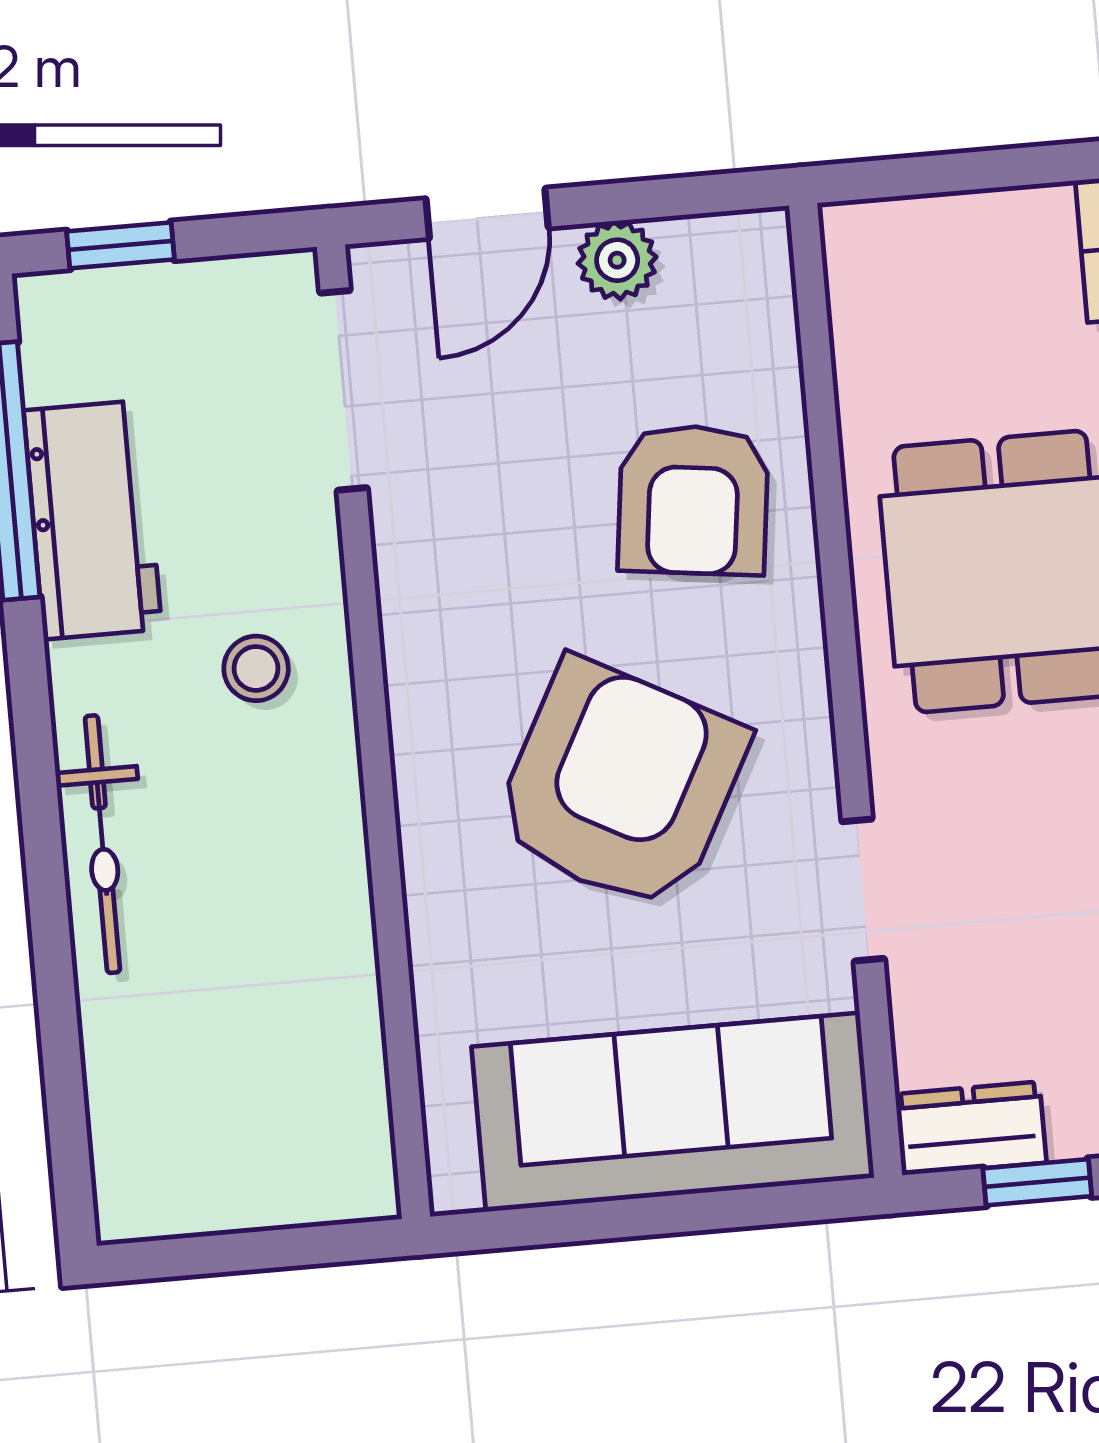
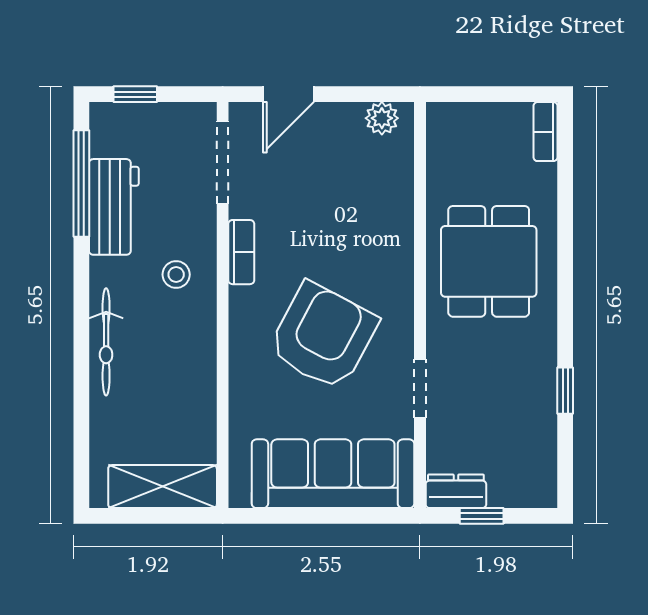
plant: (617, 260) -> (382, 118), moved
armchair: (693, 500) -> (364, 220), removed
bookcase: (407, 601) -> (241, 252), added
shelving: (268, 1179) -> (163, 487), added

